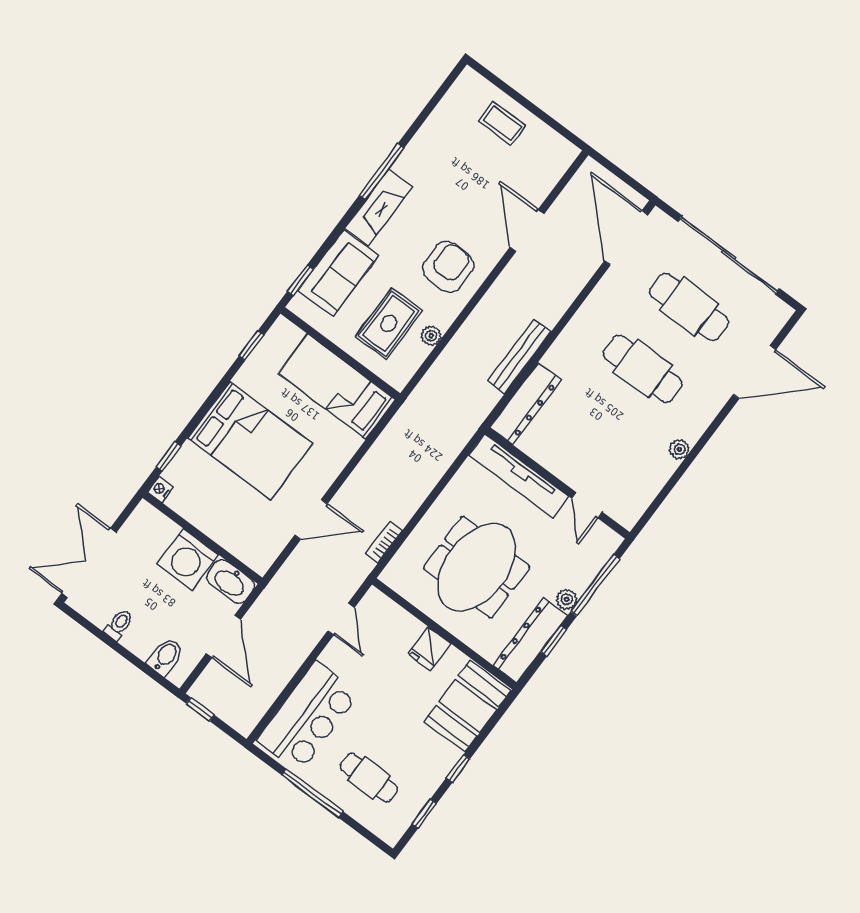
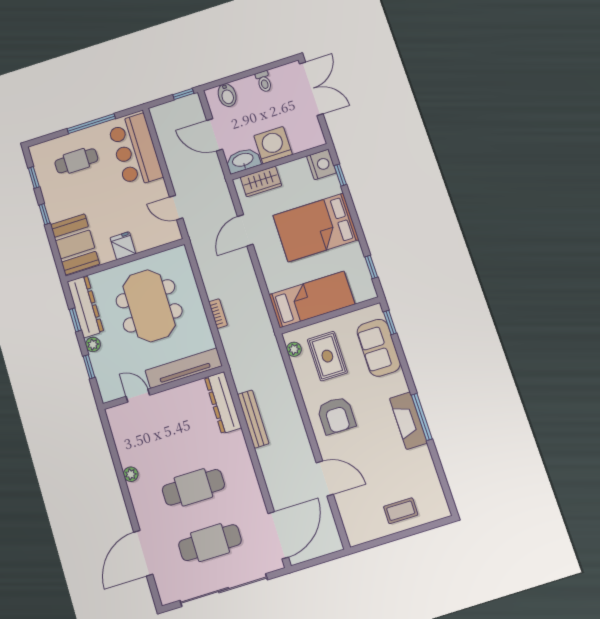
fireplace: (378, 208) -> (408, 421), moved
door: (626, 238) -> (278, 535), hinge flipped
plant: (431, 336) -> (294, 349), moved
nightstand: (160, 489) -> (321, 164), width x1.89, depth x1.79
bookcase: (384, 542) -> (218, 314), moved
wardrobe: (241, 543) -> (261, 181), added
window: (595, 585) -> (89, 367), width x0.46

